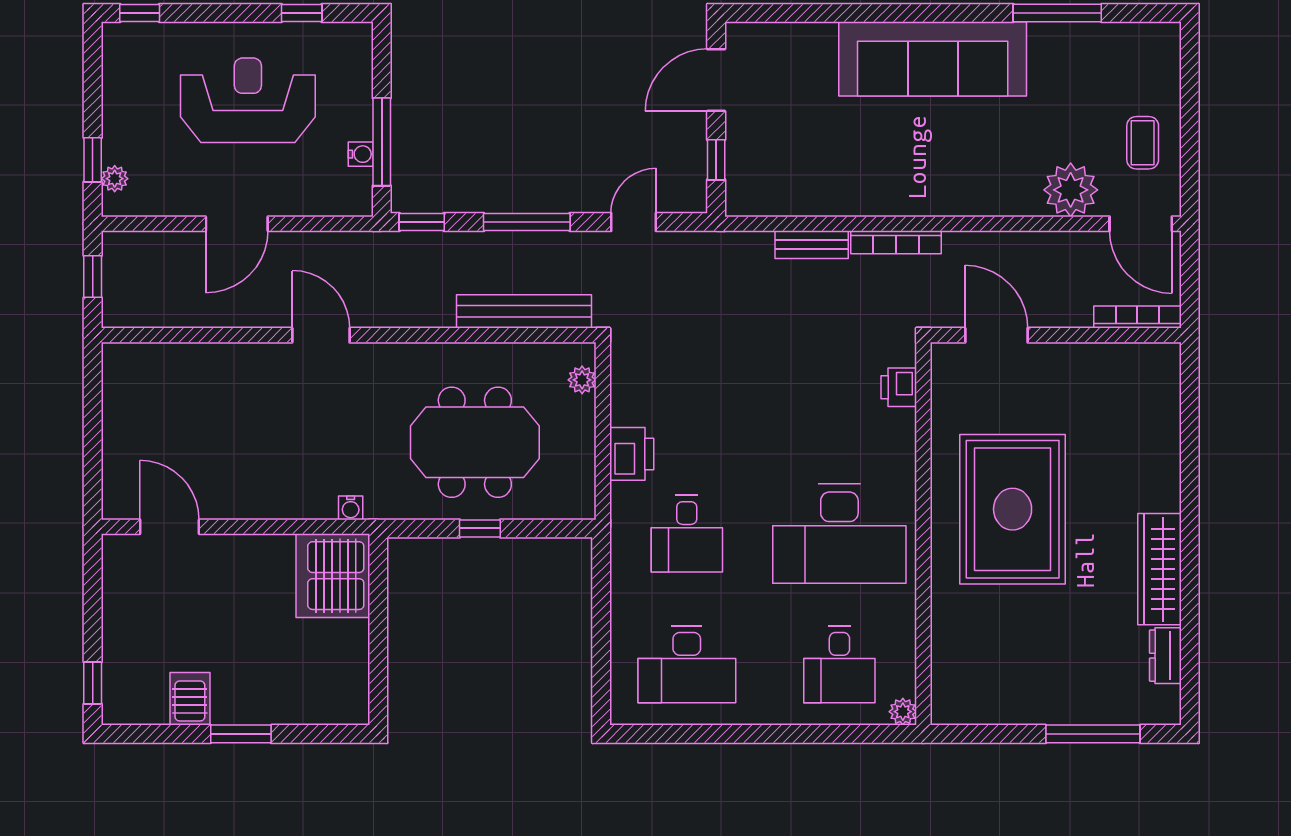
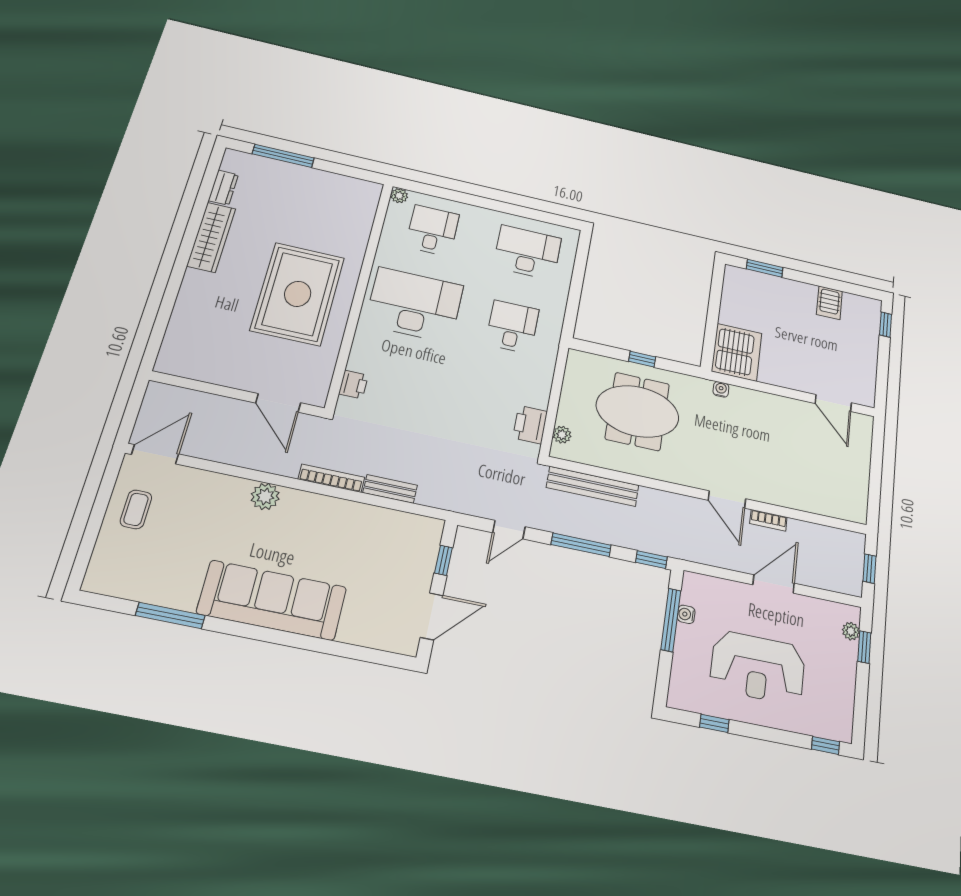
plant: (1071, 190) -> (265, 496), moved, width x0.73, depth x0.73
door: (1141, 224) -> (155, 454), hinge flipped
bookcase: (1137, 317) -> (768, 520), moved, width x0.64
printer: (632, 454) -> (530, 425), moved
window: (241, 734) -> (765, 268), moved

